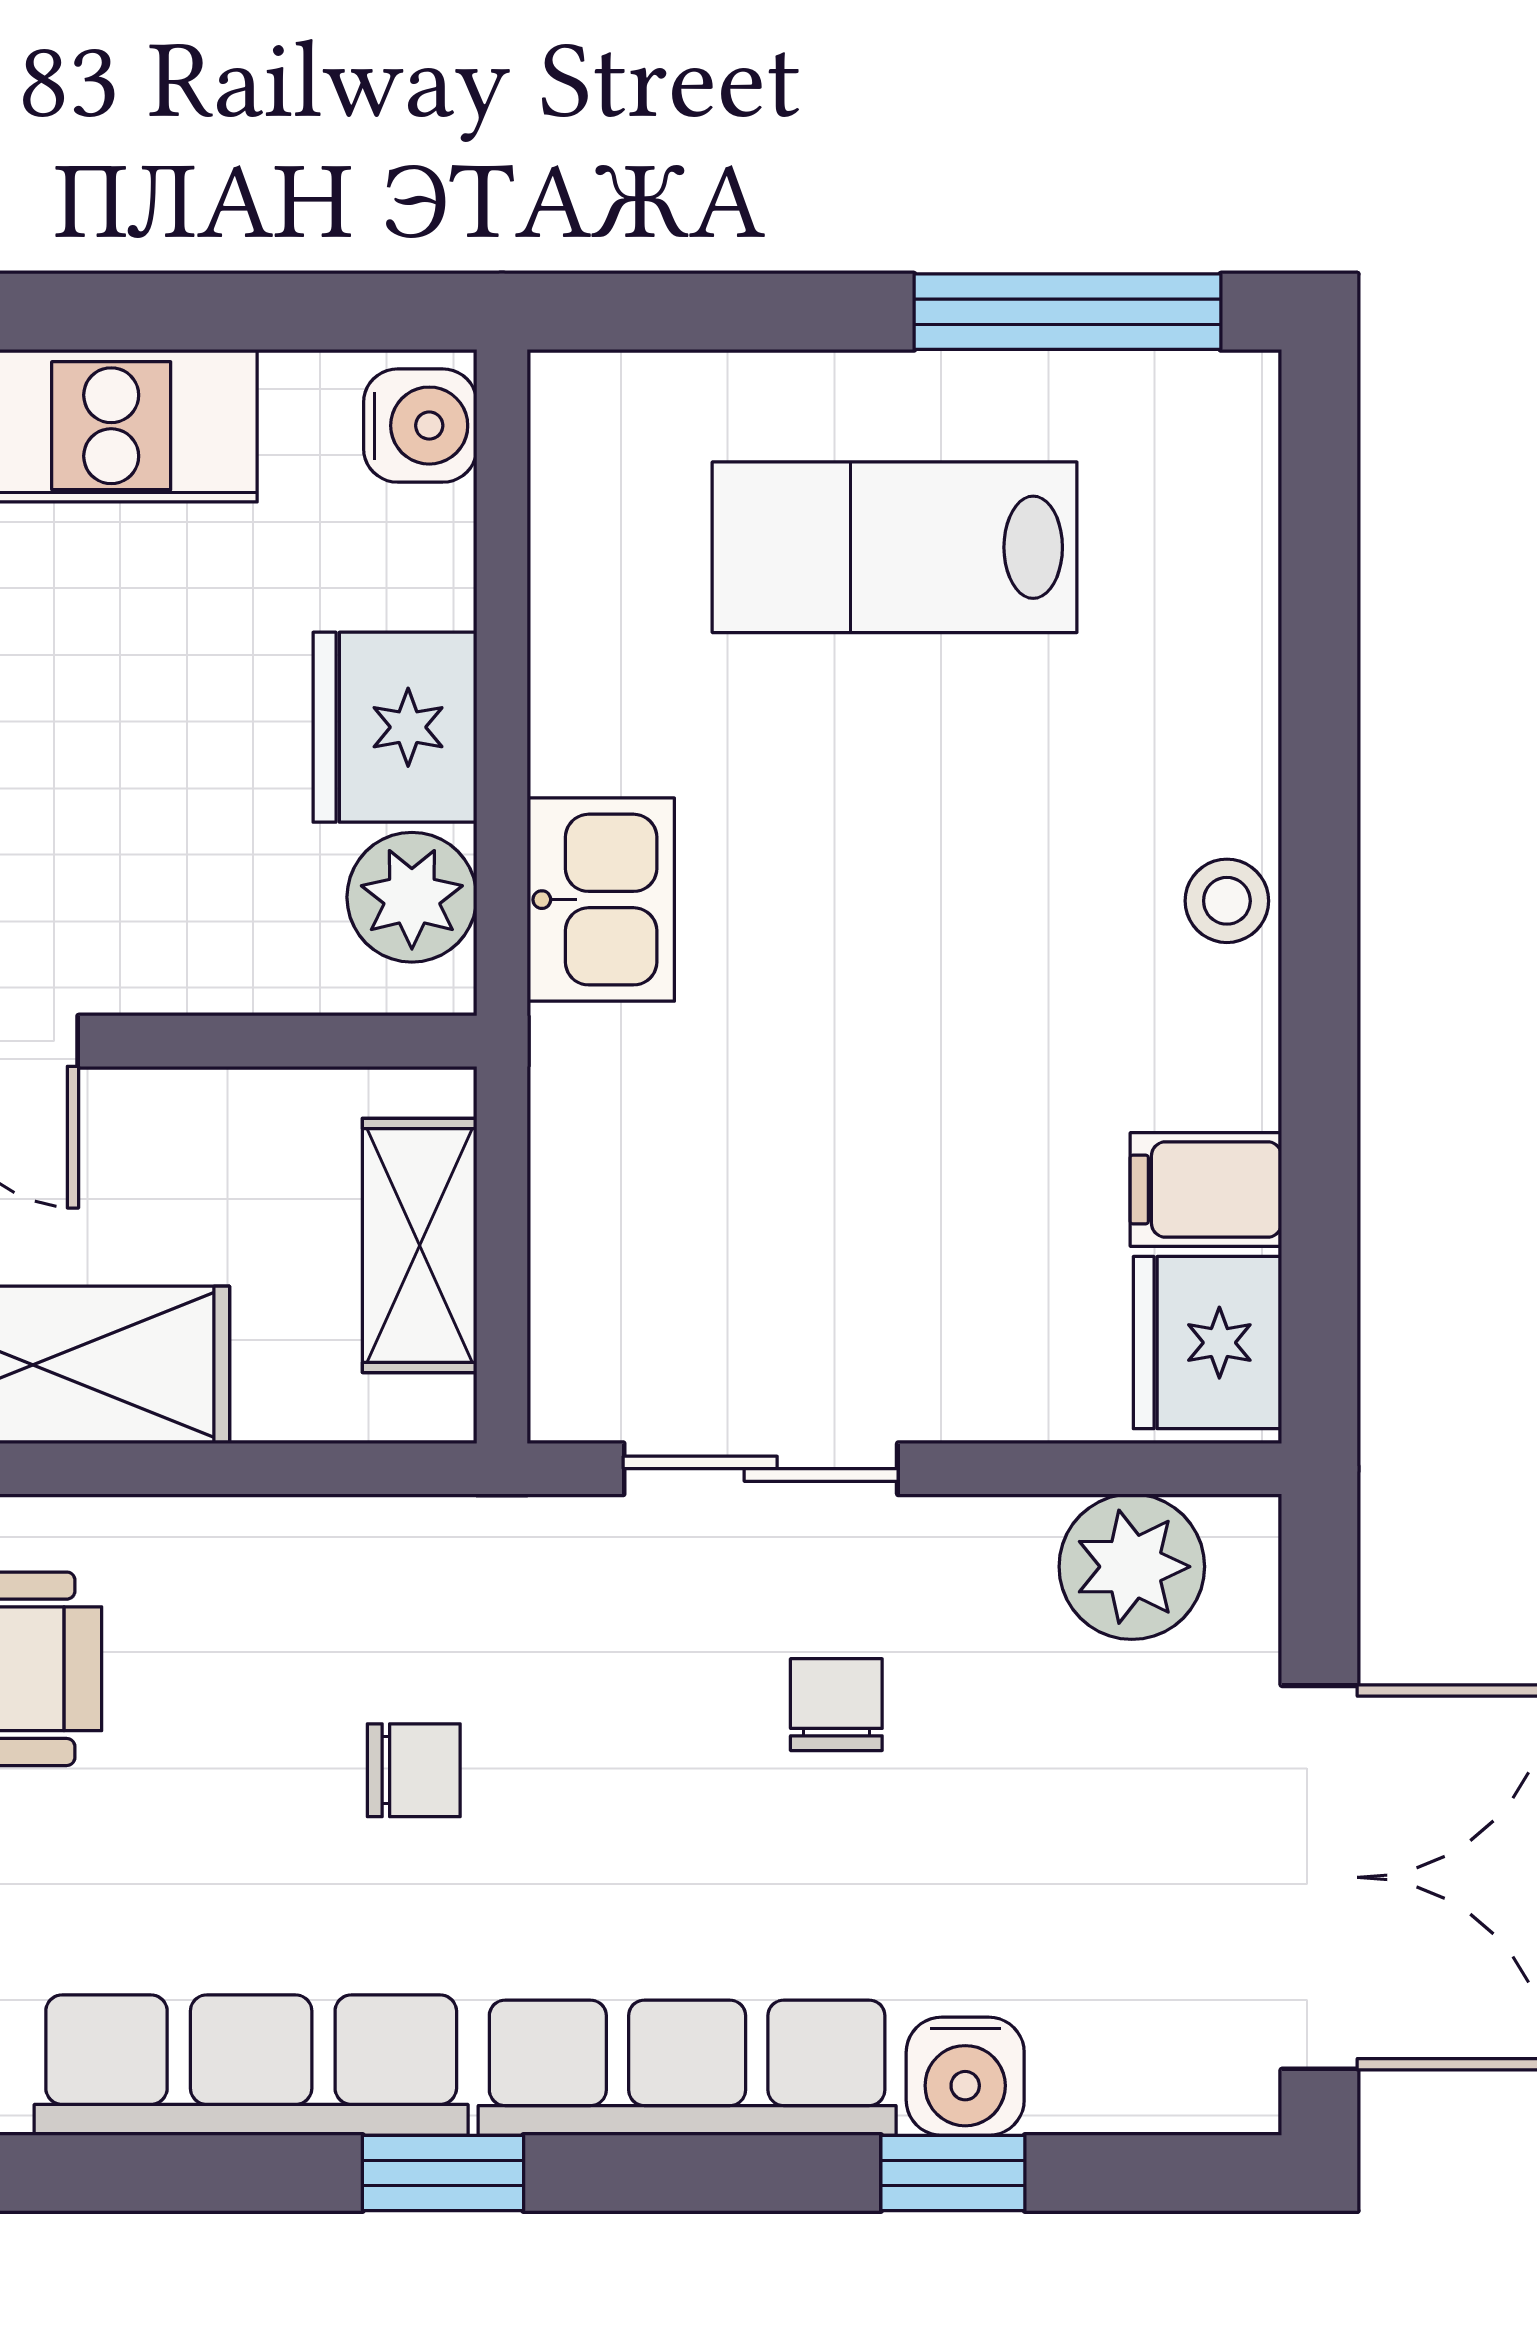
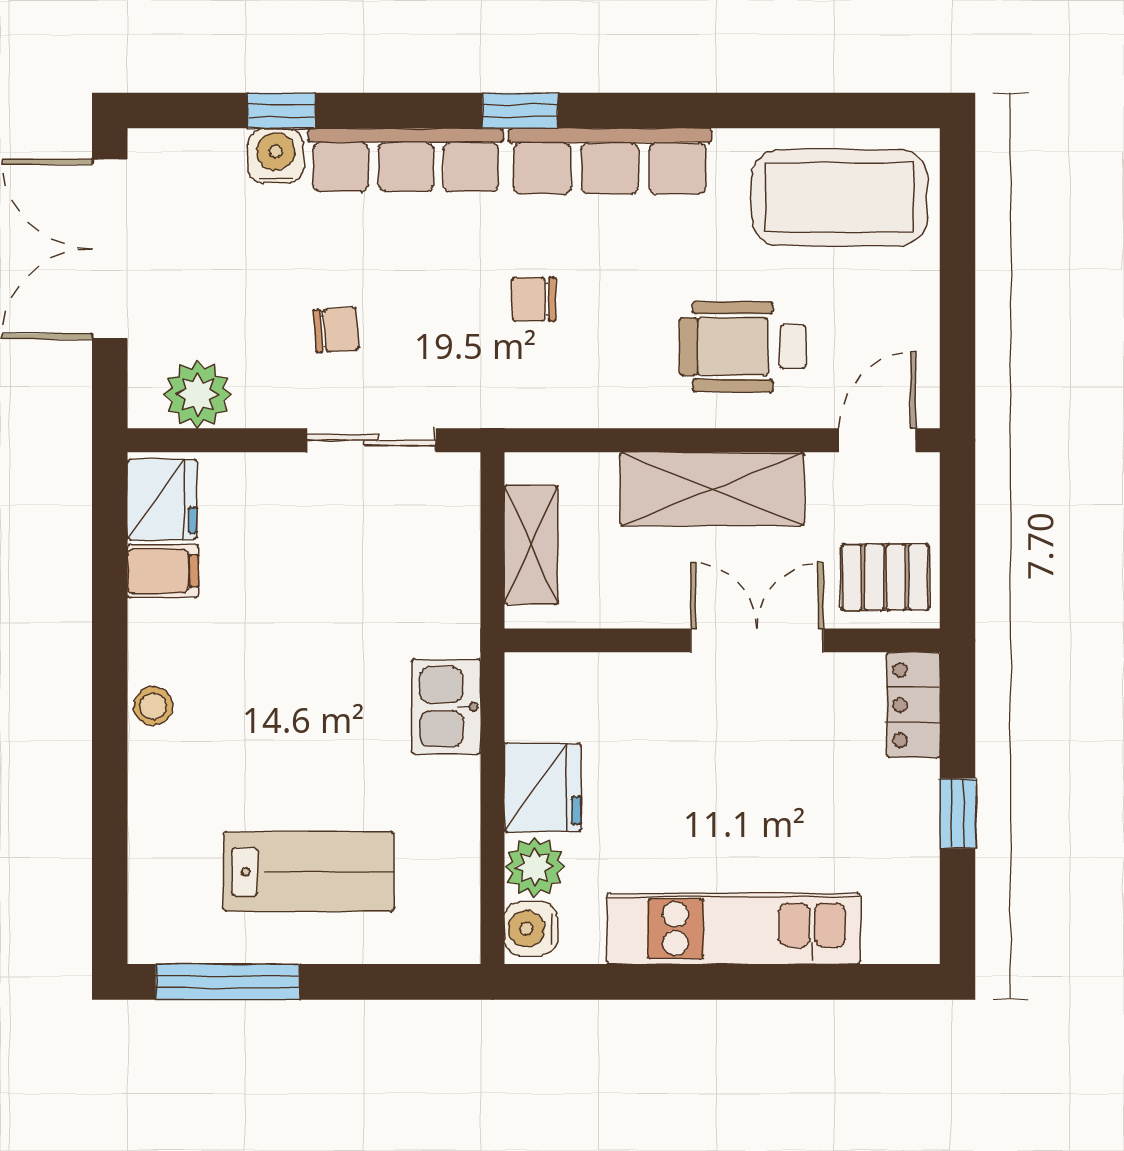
plant: (412, 897) -> (535, 867), moved
chair: (836, 1705) -> (336, 330), turned -94

